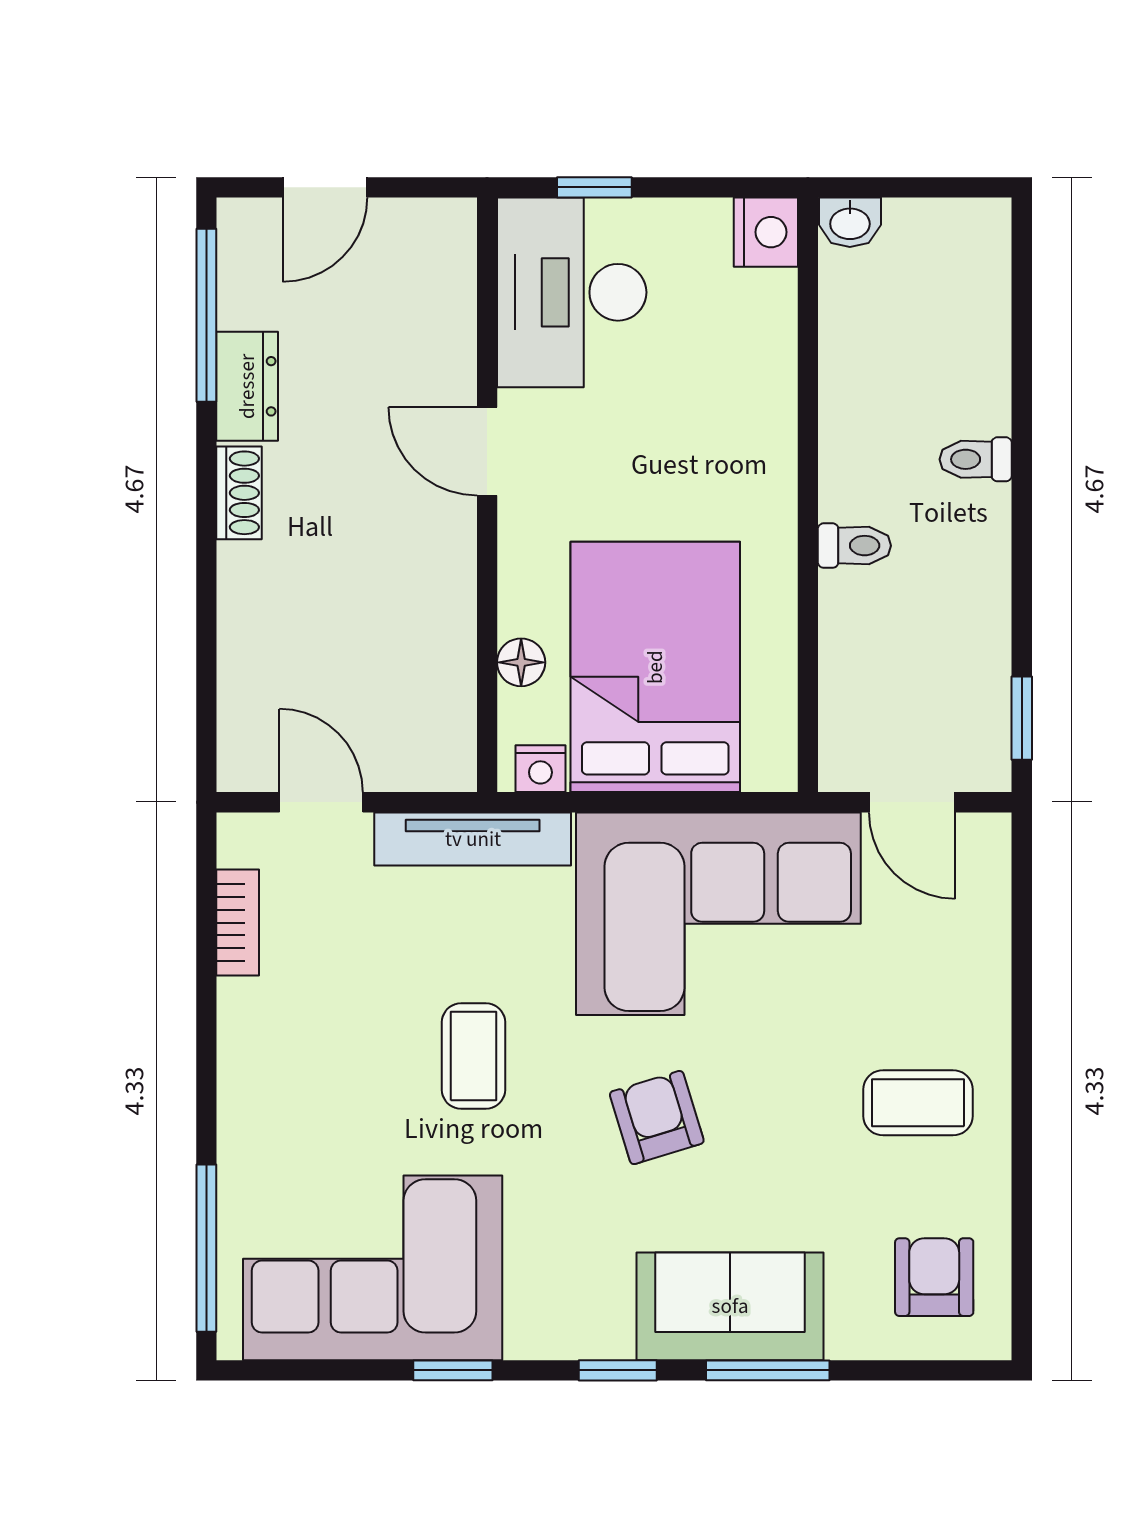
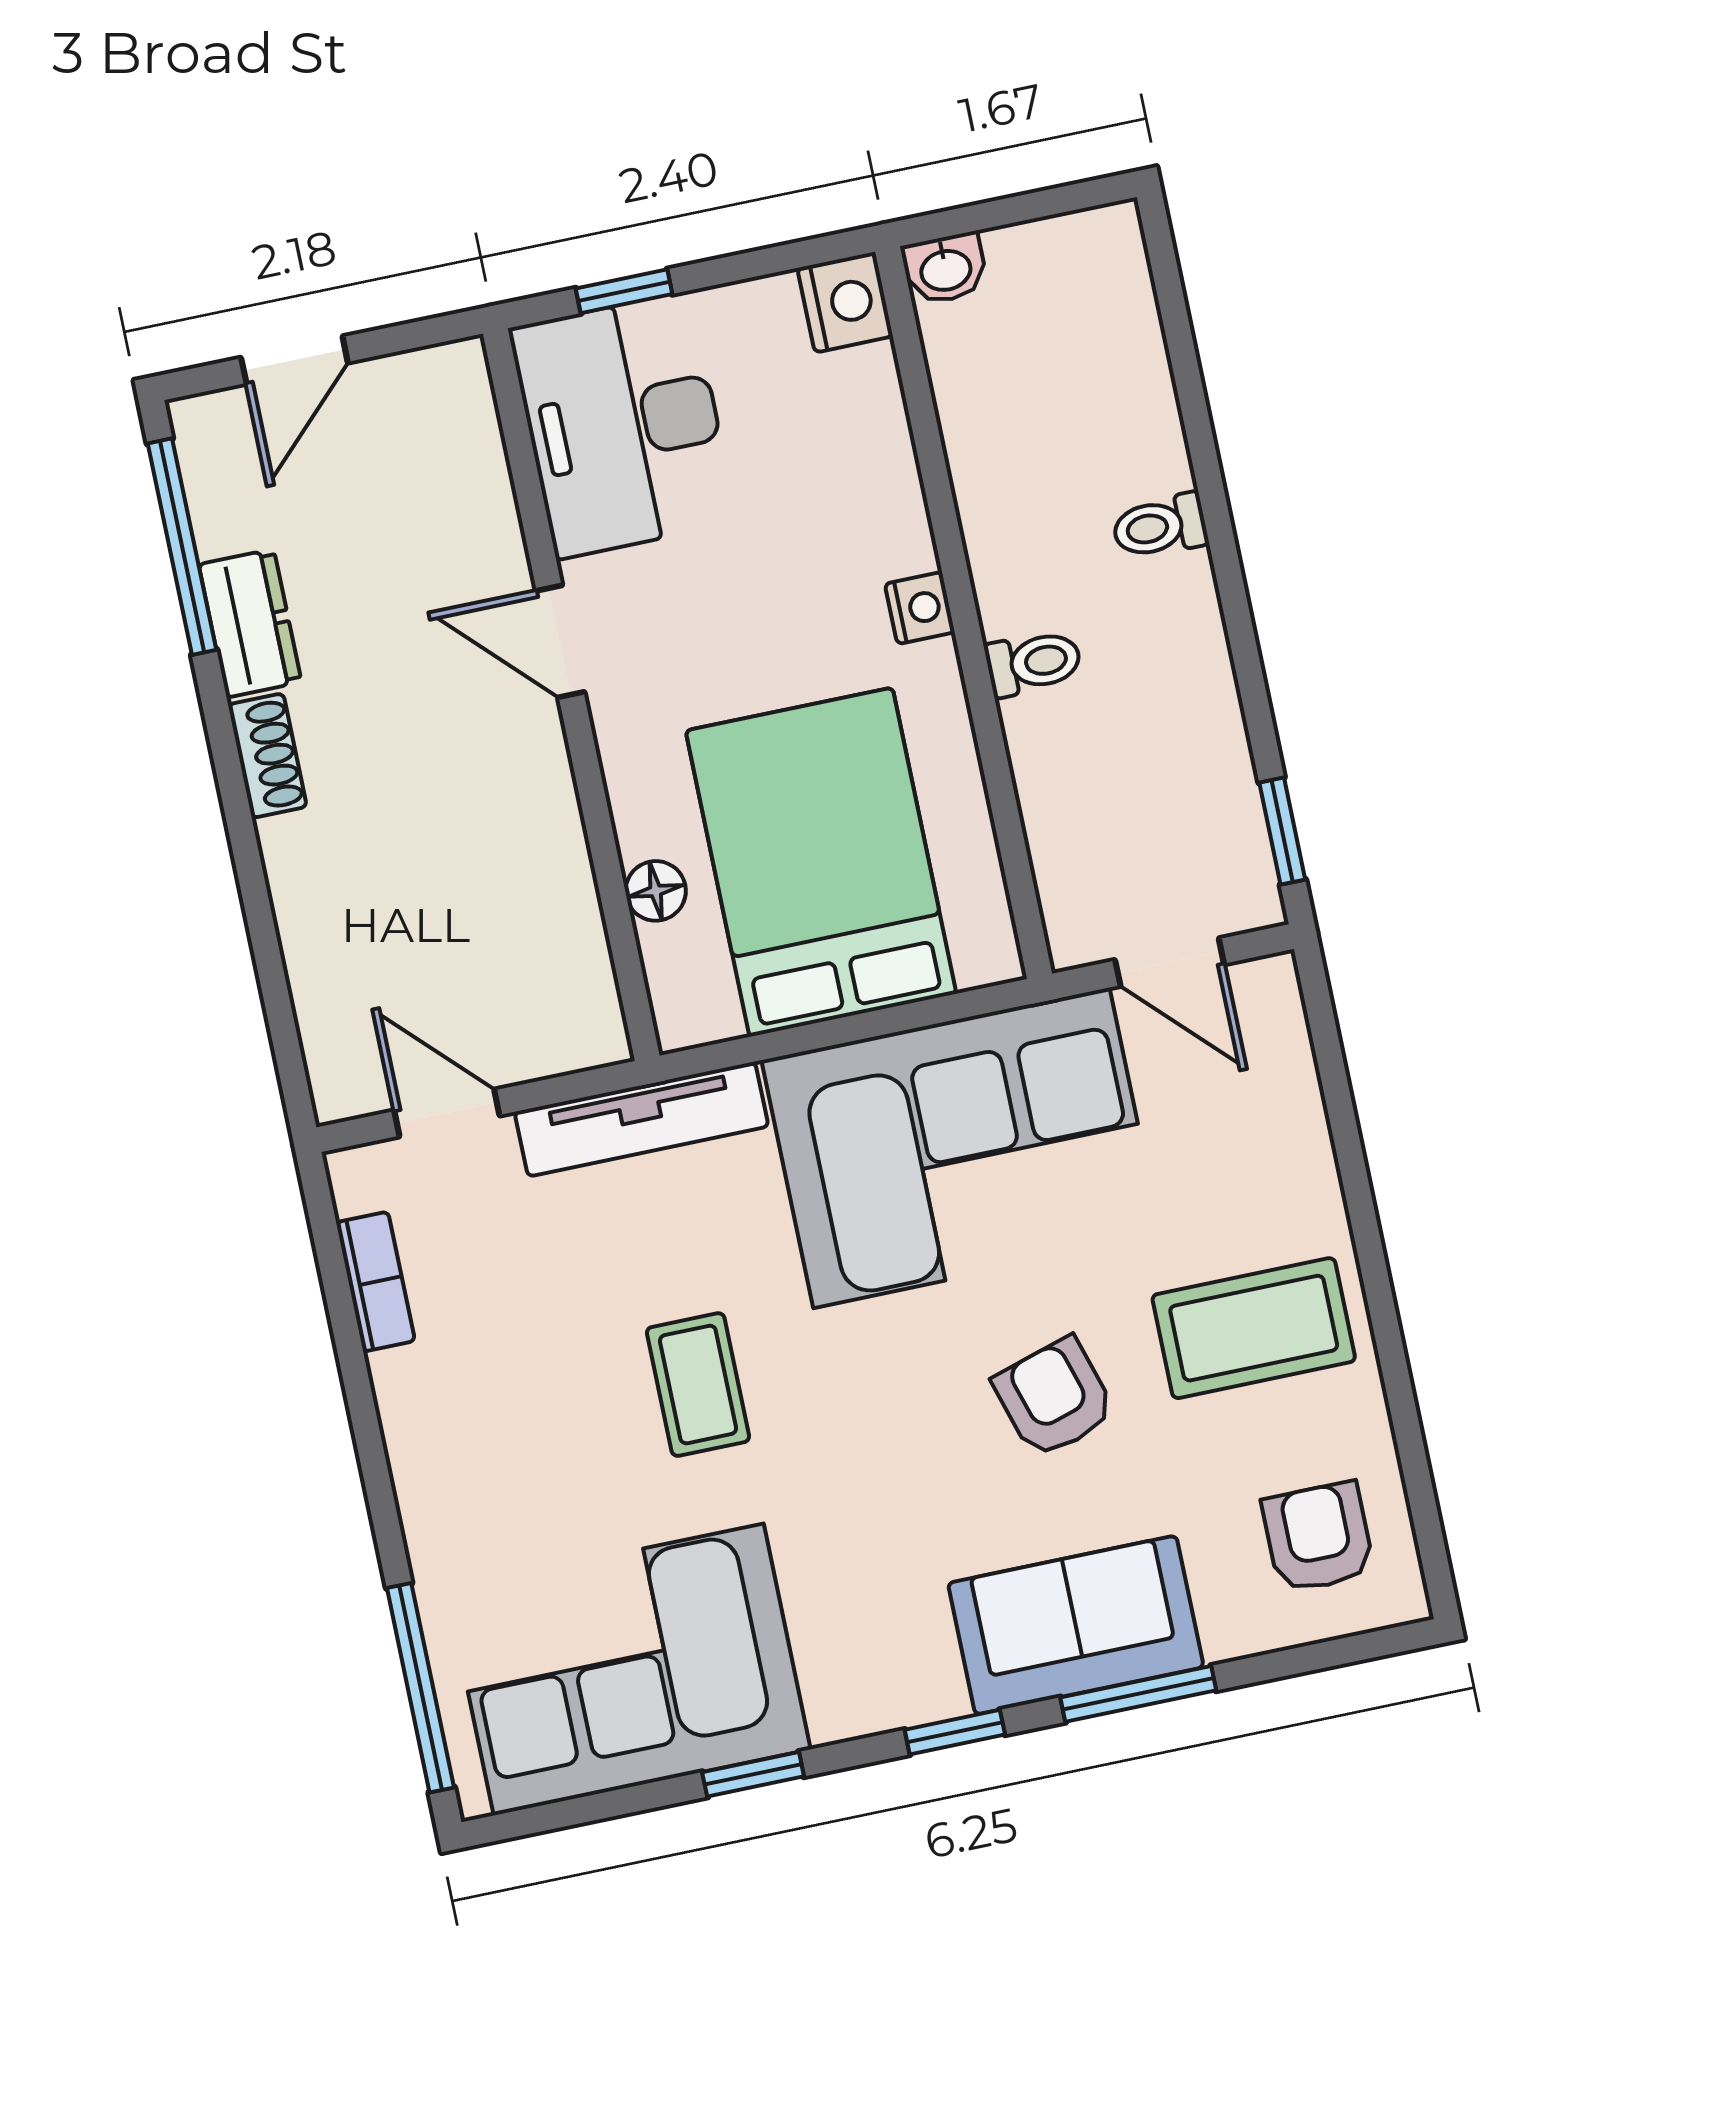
nightstand: (540, 769) -> (920, 608), moved, turned -90
coffee table: (918, 1103) -> (1254, 1328), width x1.36, depth x1.30
armchair: (657, 1118) -> (1054, 1398), moved

